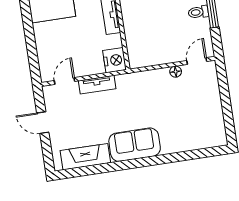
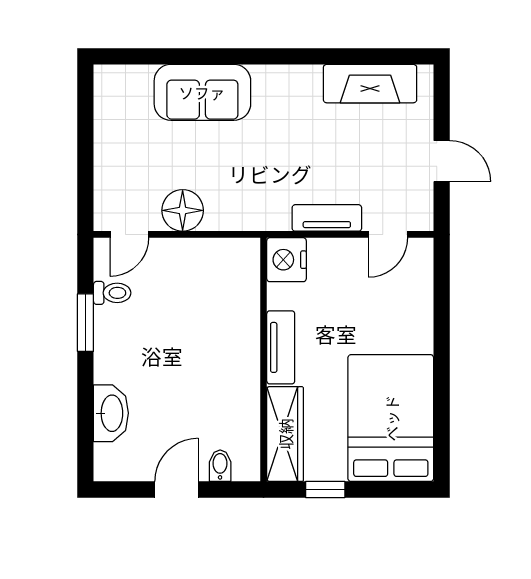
toilet: (198, 12) -> (112, 293), moved
floor lamp: (176, 72) -> (183, 210), width x1.89, depth x1.89
sofa: (135, 145) -> (202, 92), moved

